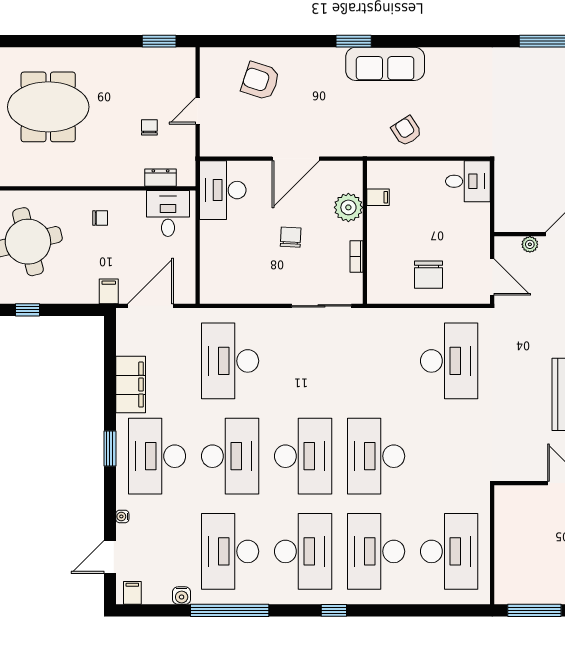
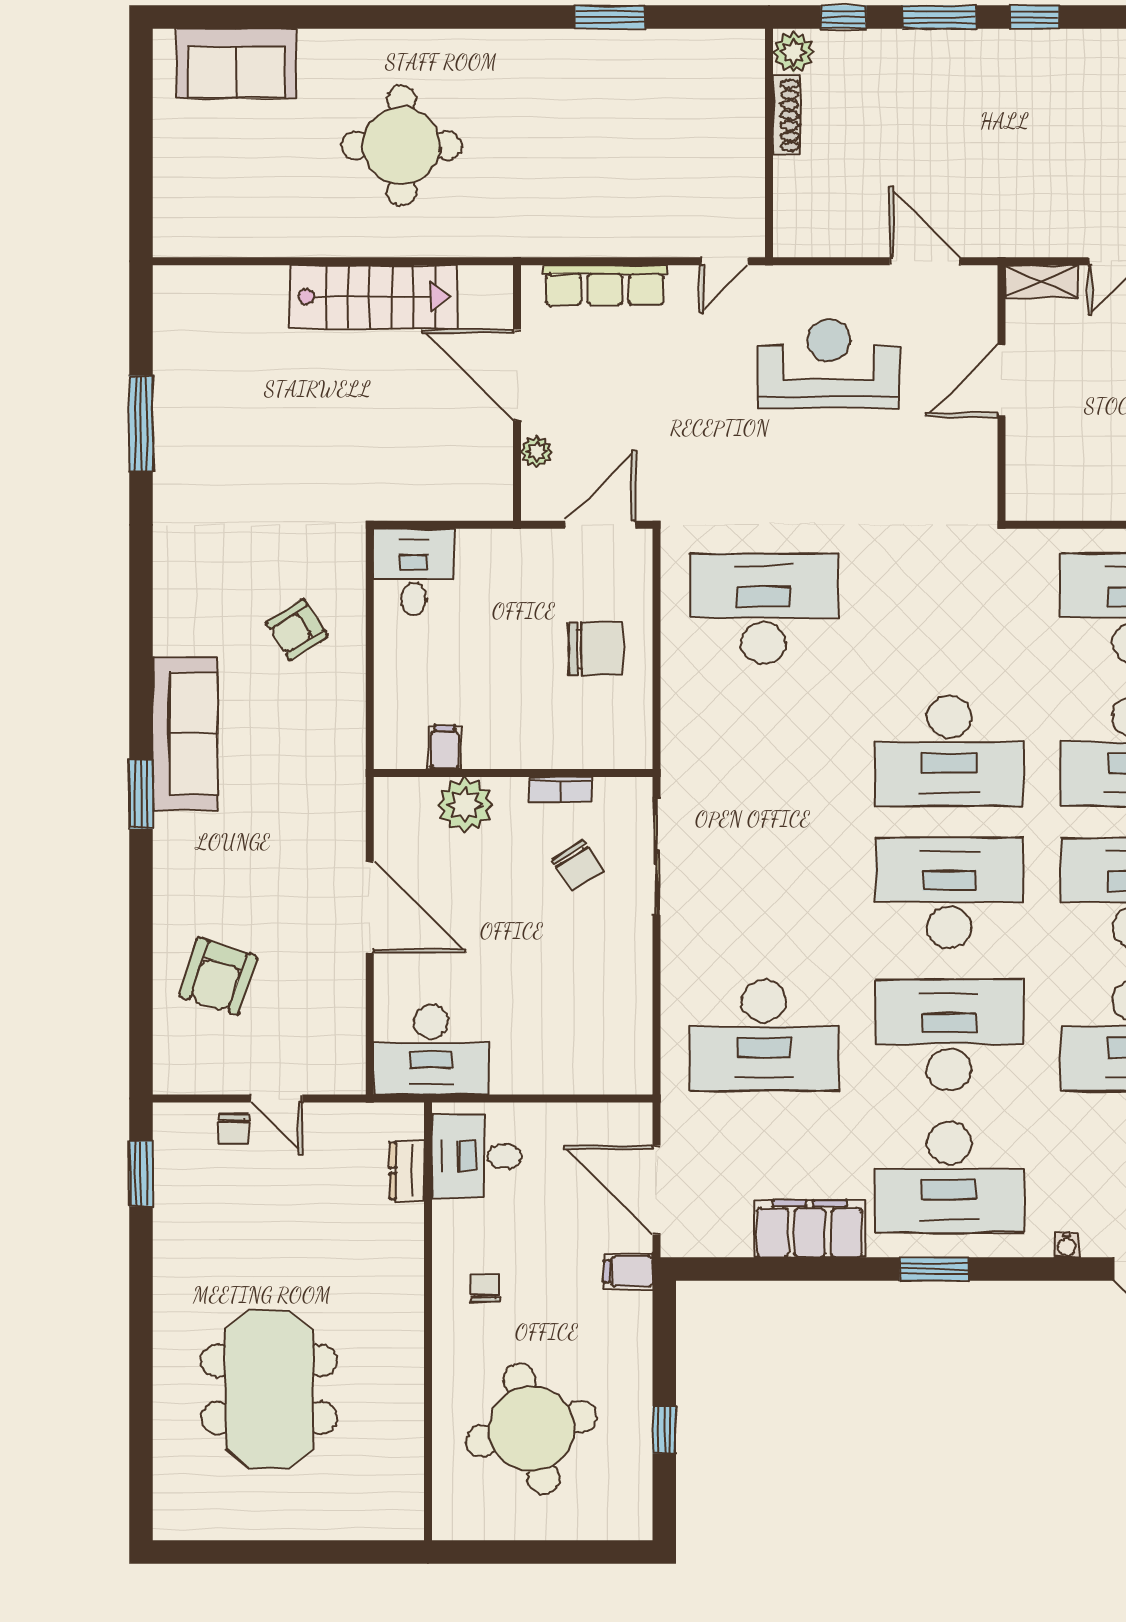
chair: (149, 127) -> (234, 1130), moved, turned -90
armchair: (406, 131) -> (297, 630), moved
chair: (291, 237) -> (578, 865), moved, turned -126

